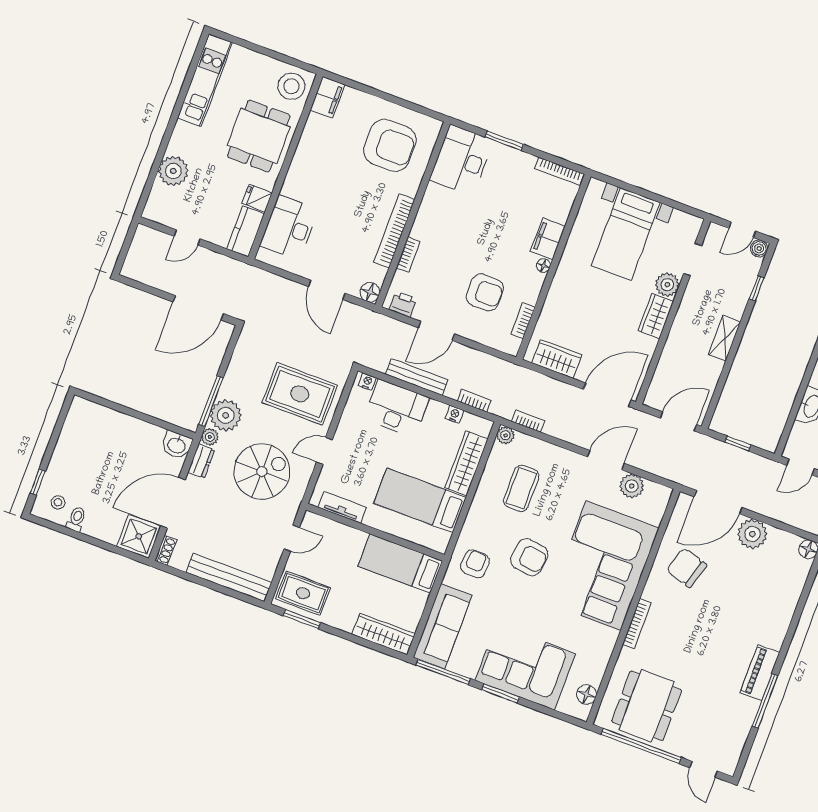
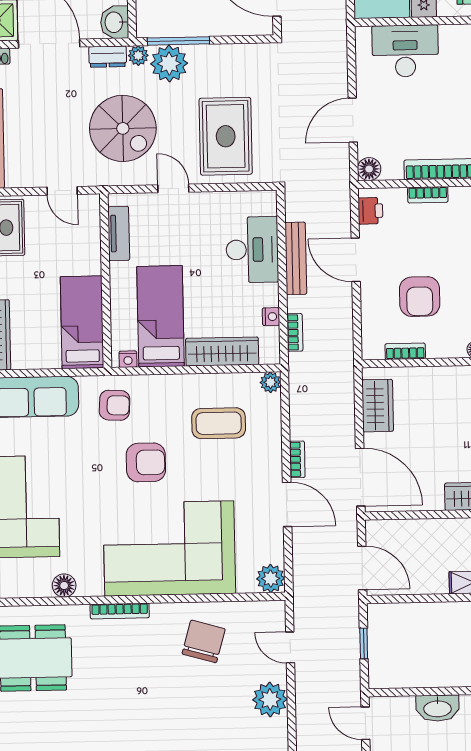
nightstand: (367, 382) -> (128, 359), moved, turned 90
bookcase: (528, 421) -> (297, 459), moved
plant: (632, 486) -> (271, 579), moved
door: (718, 502) -> (290, 647), width x0.53
armchair: (529, 557) -> (146, 462), turned -97
floor lamp: (587, 694) -> (64, 586), moved

